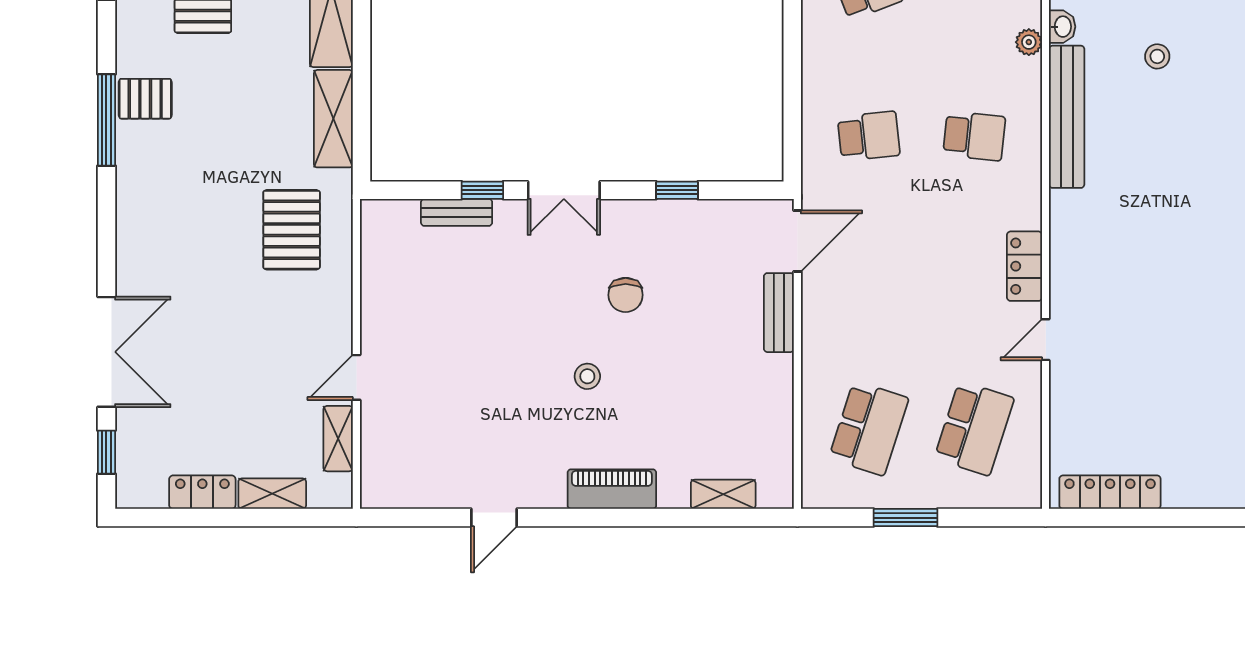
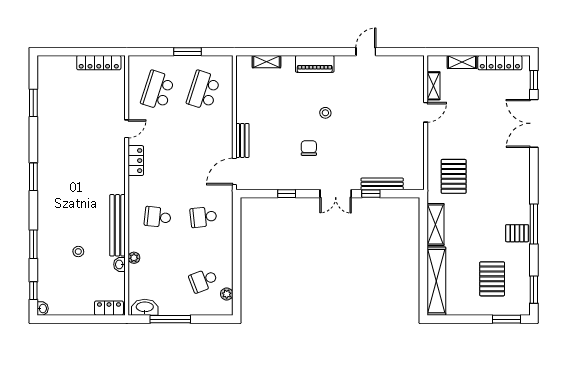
double door: (564, 190) -> (336, 194), swing flipped
bench: (457, 212) -> (382, 184), width x1.36
locker: (202, 492) -> (500, 63), width x1.53

